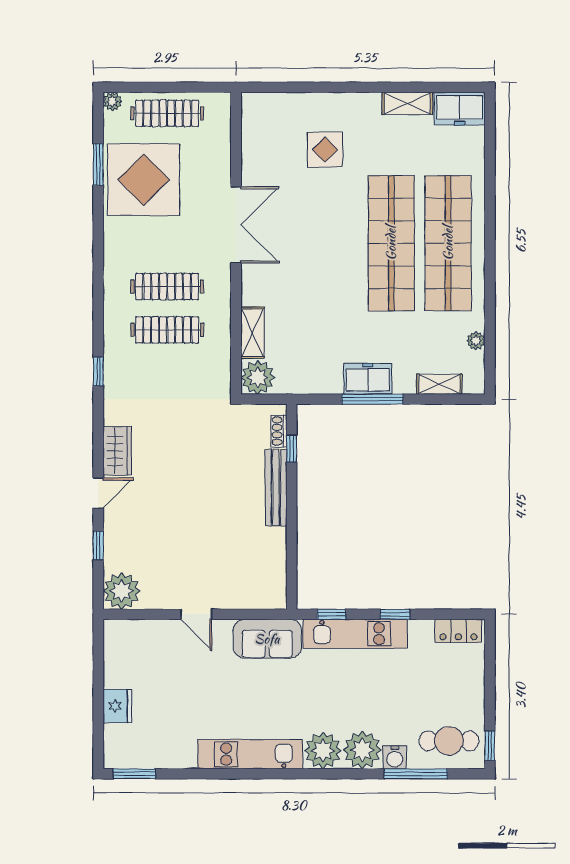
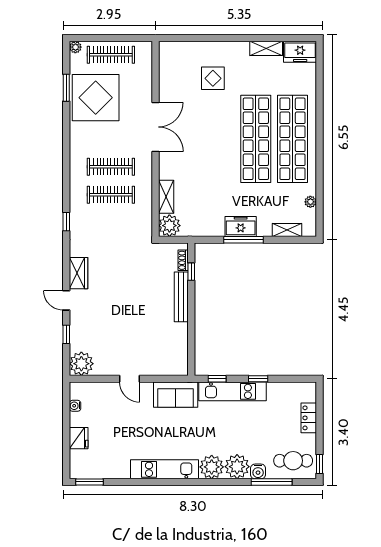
door: (98, 493) -> (66, 300), swing flipped
locker: (458, 631) -> (309, 418), moved, turned 90
water cooler: (112, 656) -> (75, 406), added

